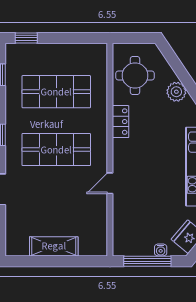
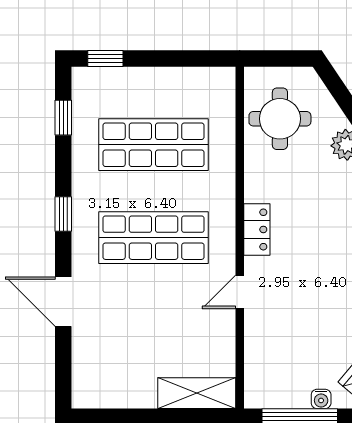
locker: (121, 122) -> (257, 229), moved
shelving: (54, 246) -> (197, 393), moved

